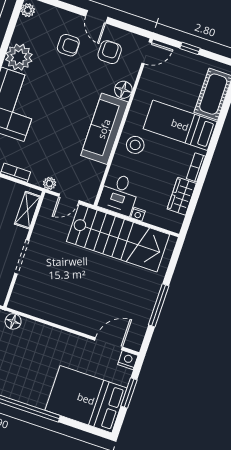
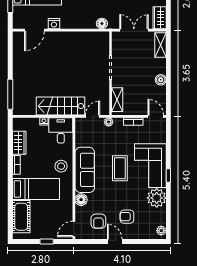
coffee table: (56, 115) -> (120, 168), added
stairs: (118, 238) -> (60, 106), width x0.73, depth x0.66
window: (159, 305) -> (10, 94), moved
nightstand: (128, 360) -> (54, 24), moved

